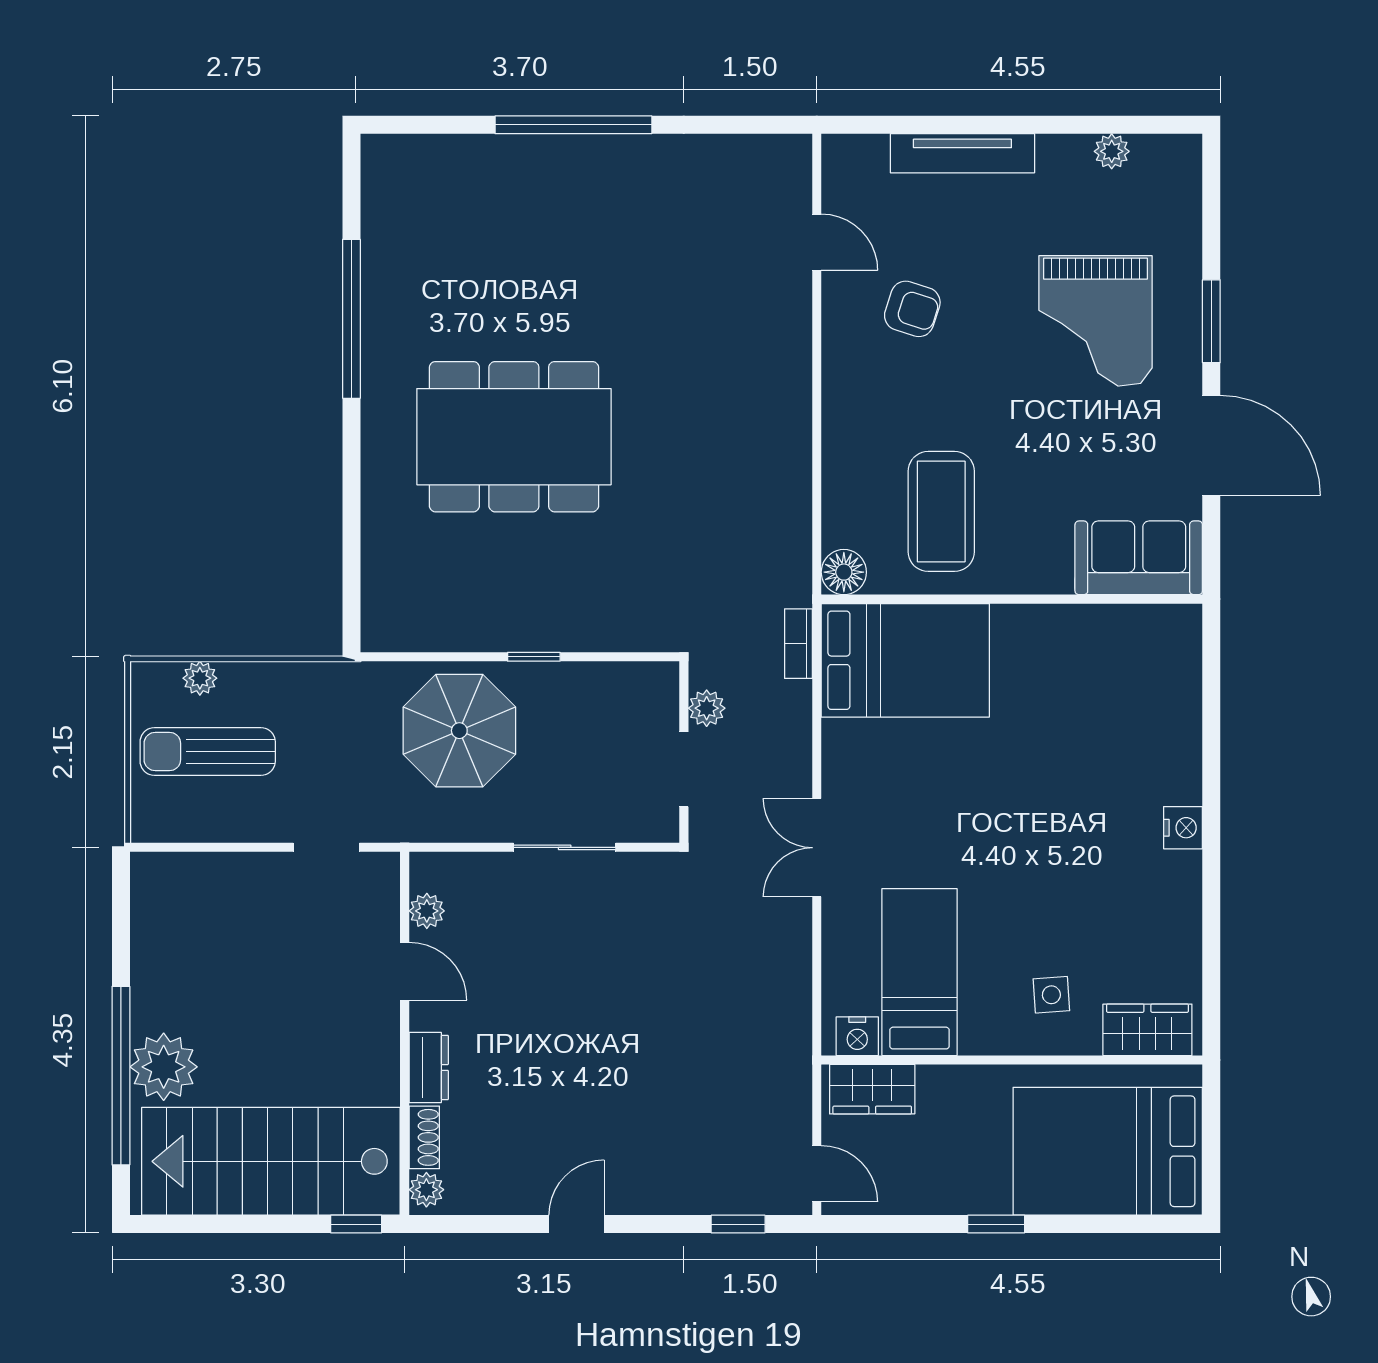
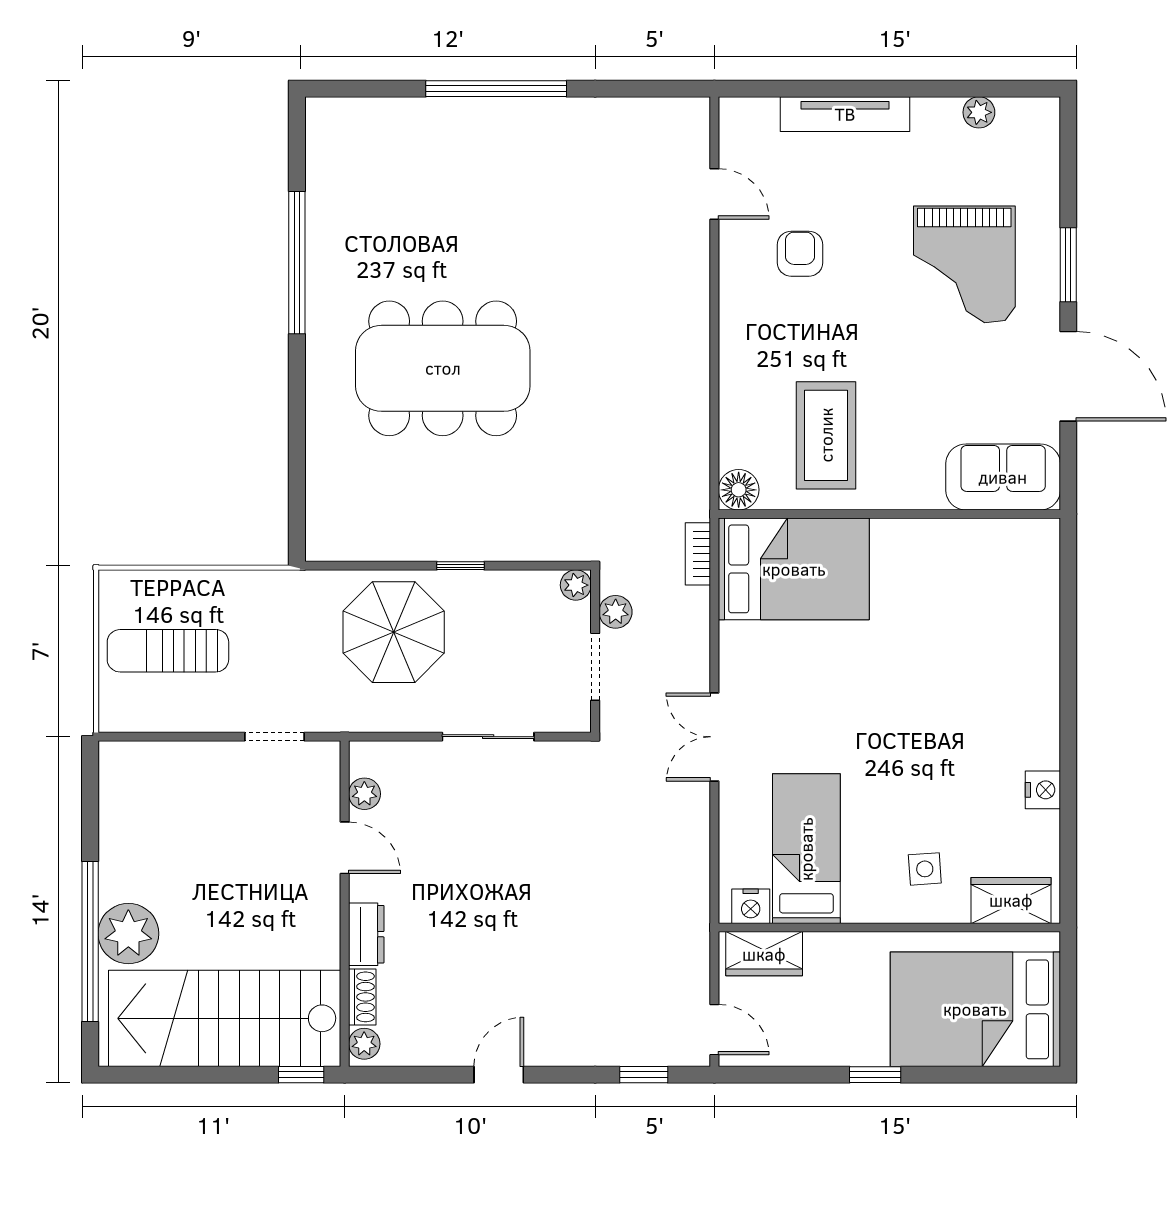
armchair: (912, 309) -> (800, 254), turned -108
plant: (200, 678) -> (576, 585), moved
nightstand: (1183, 828) -> (1043, 790), moved

